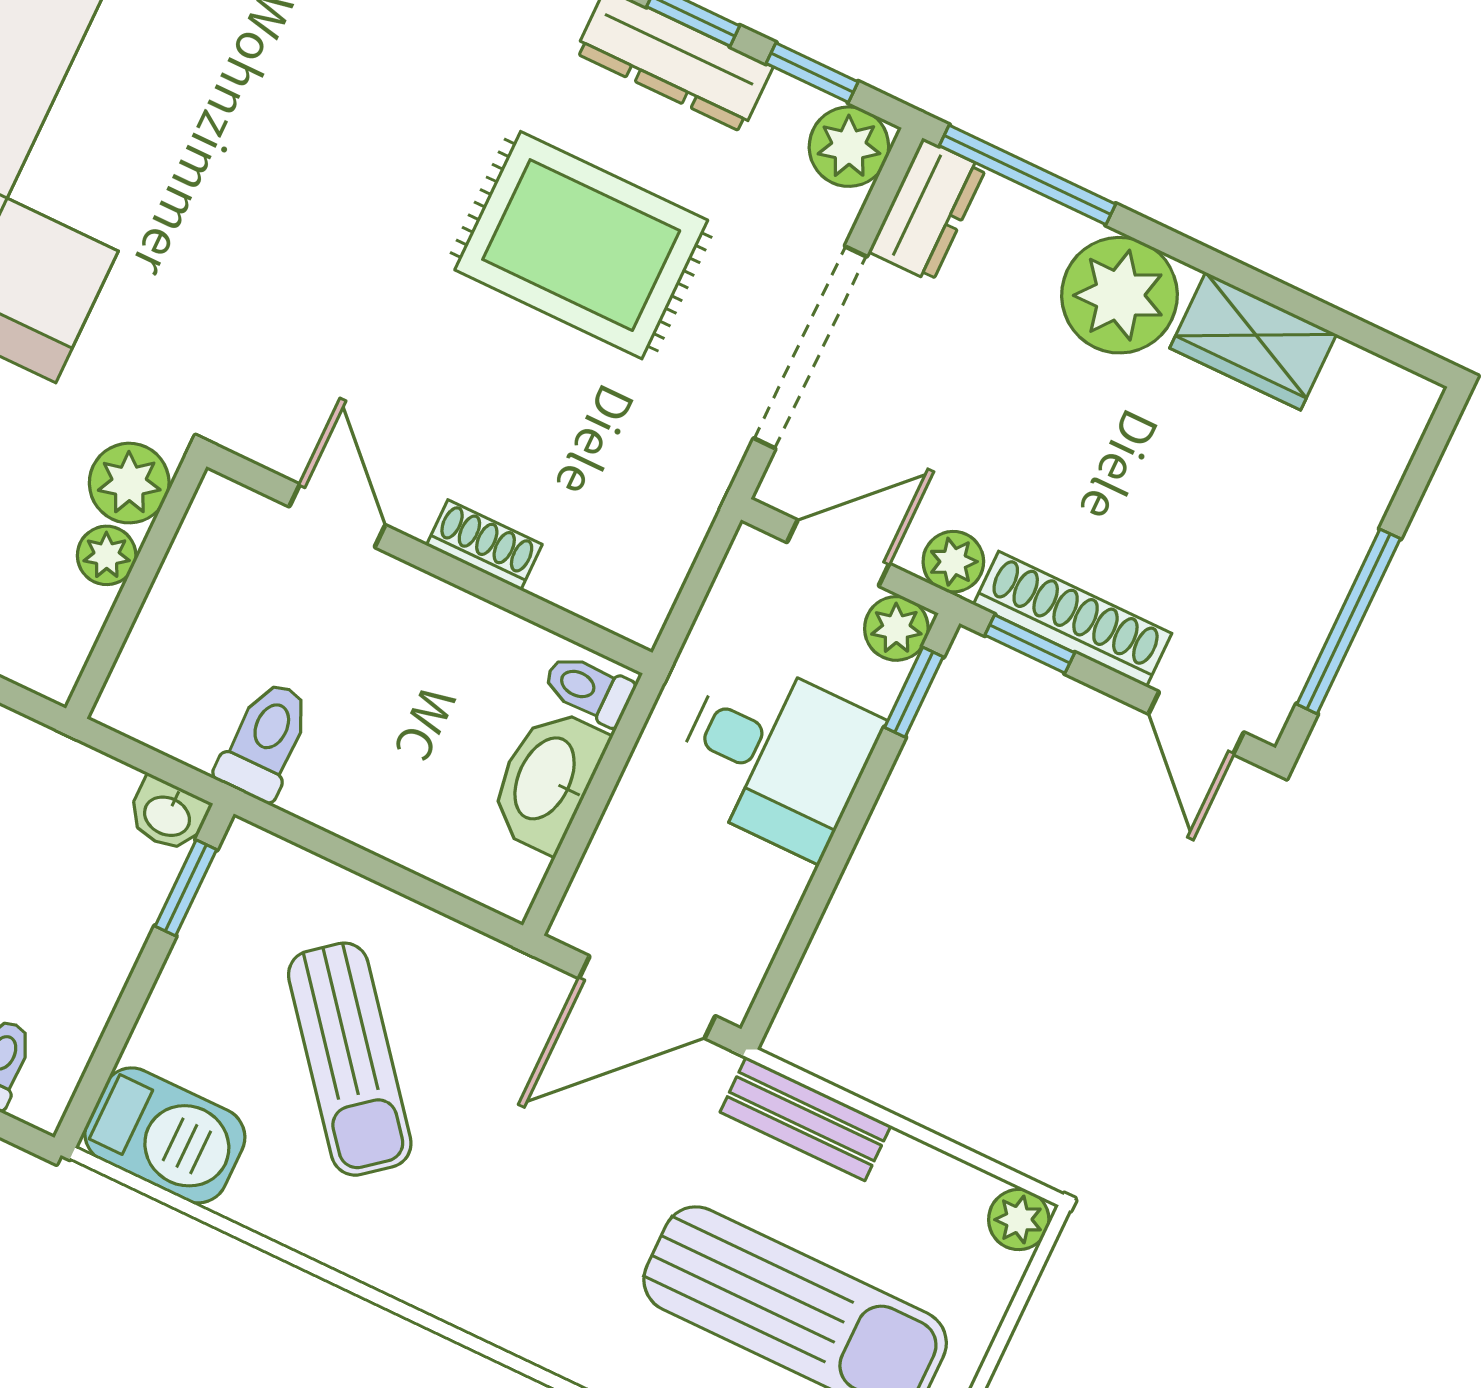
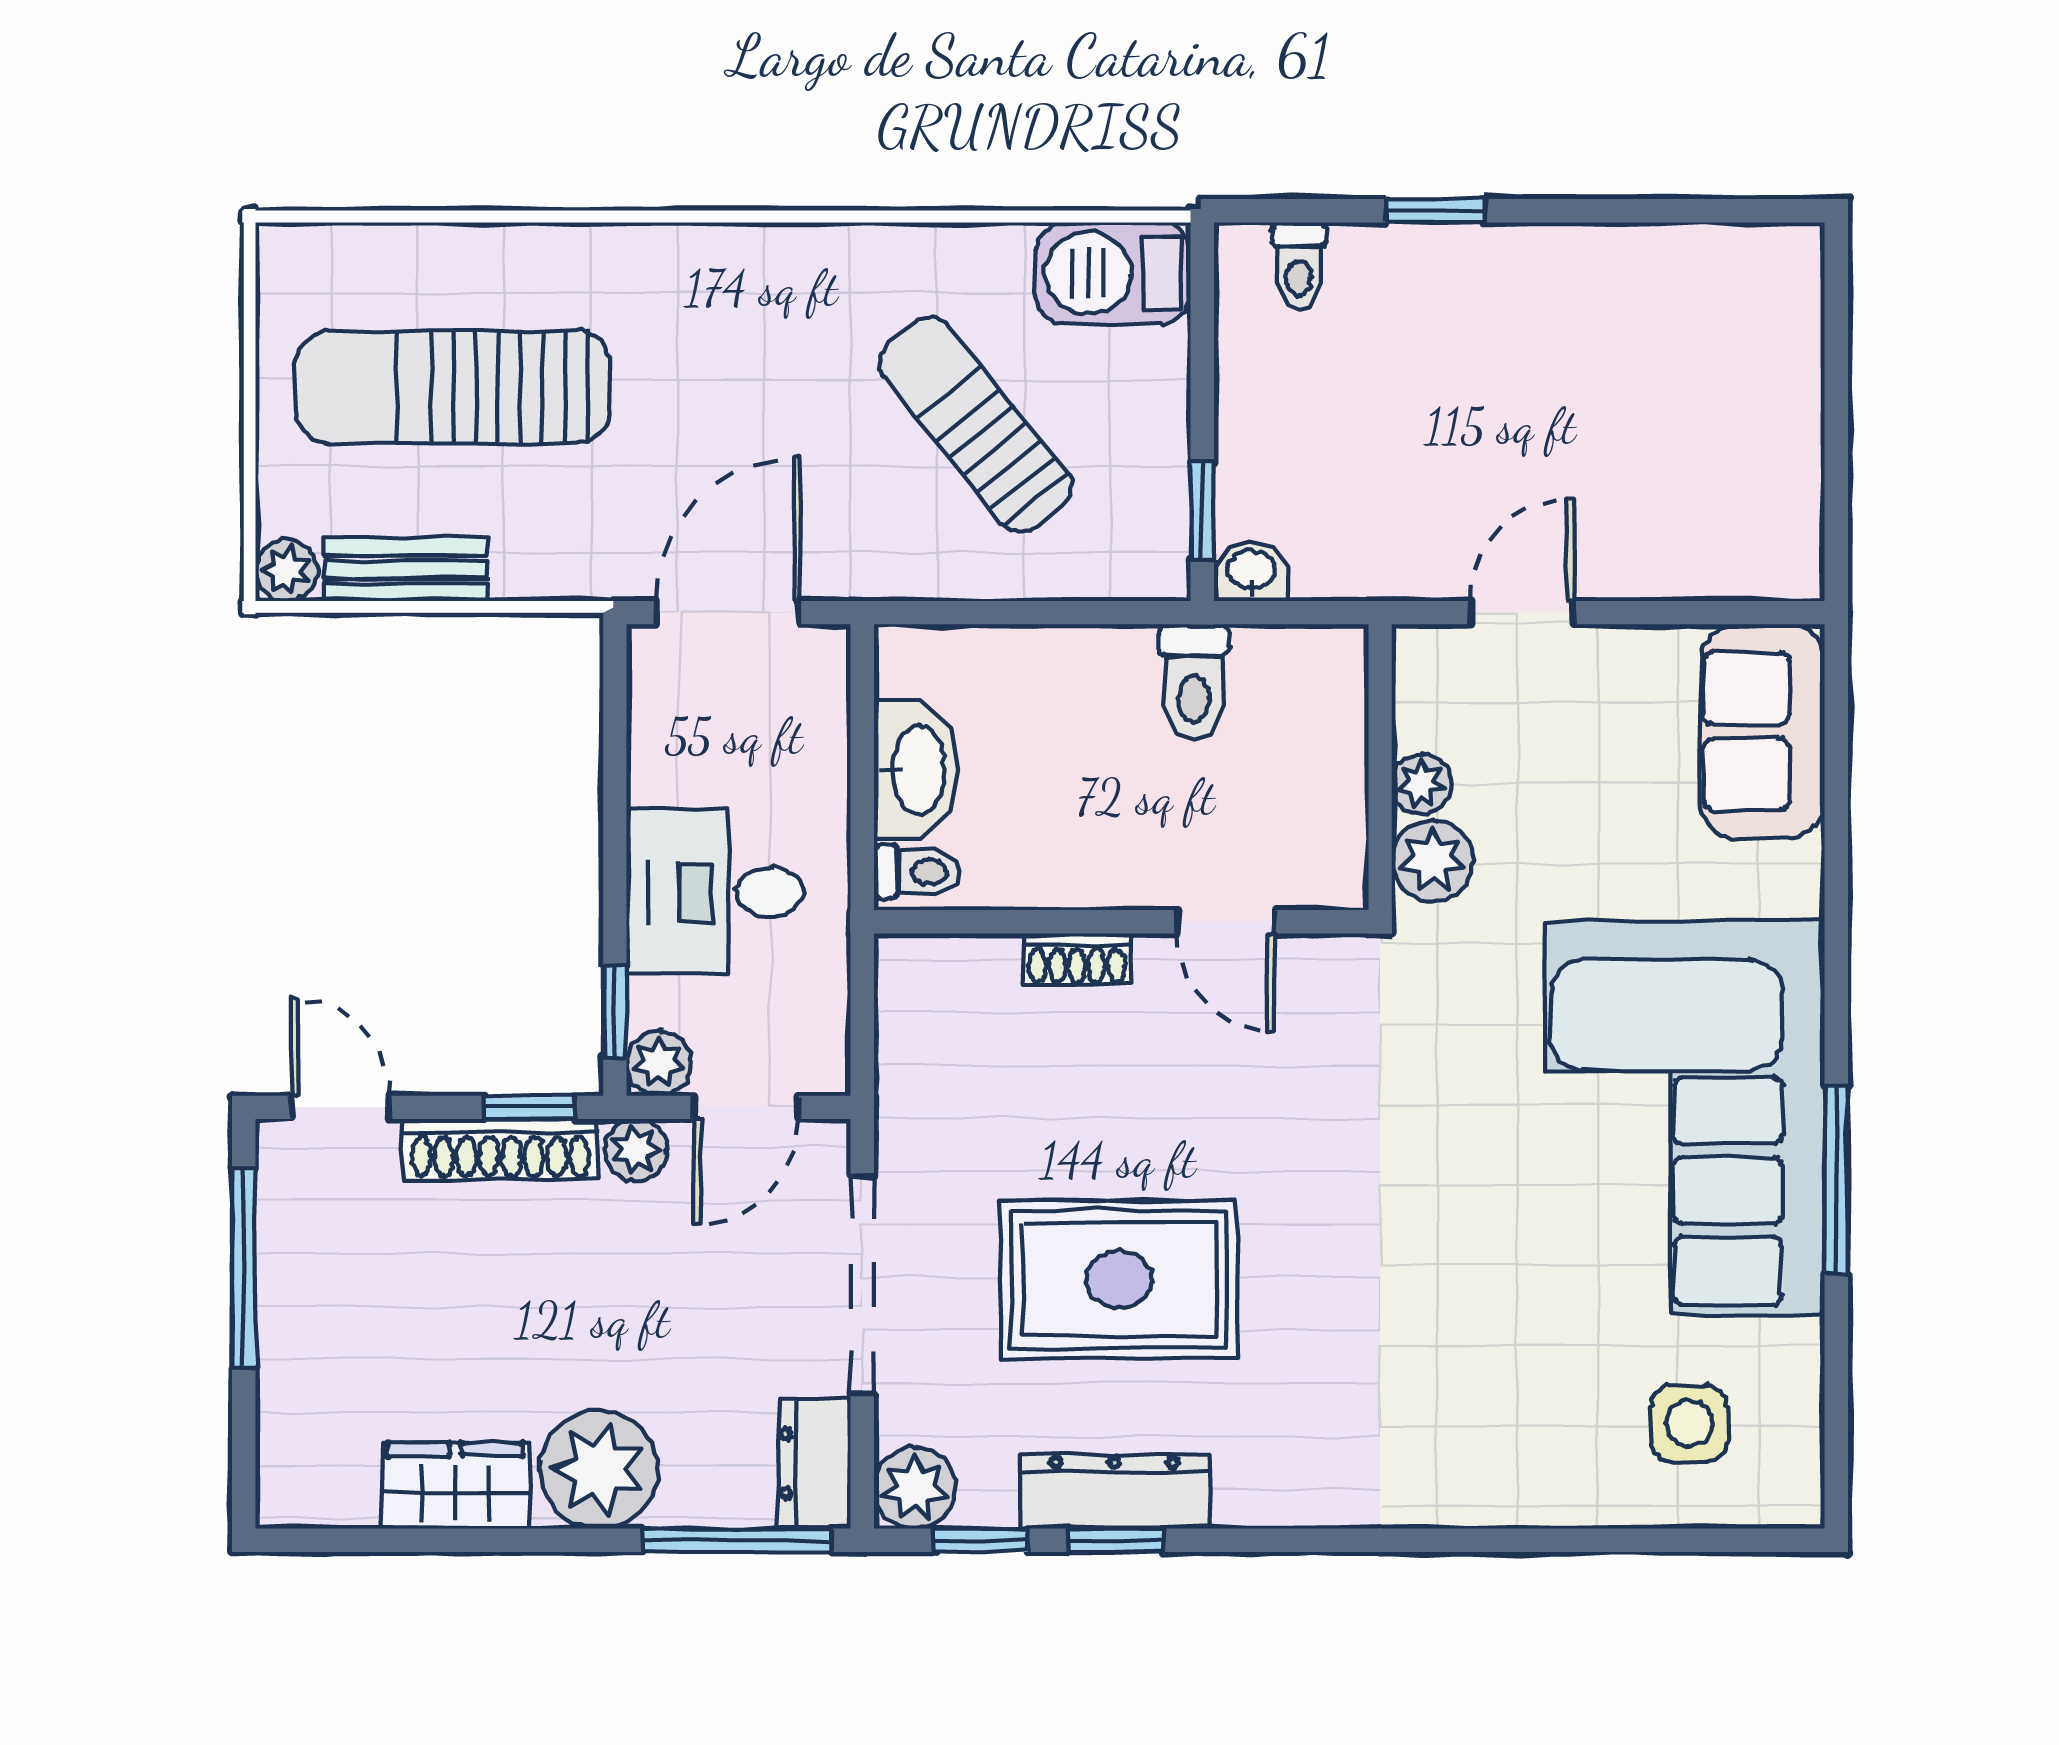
bench: (805, 1119) -> (405, 570), moved

